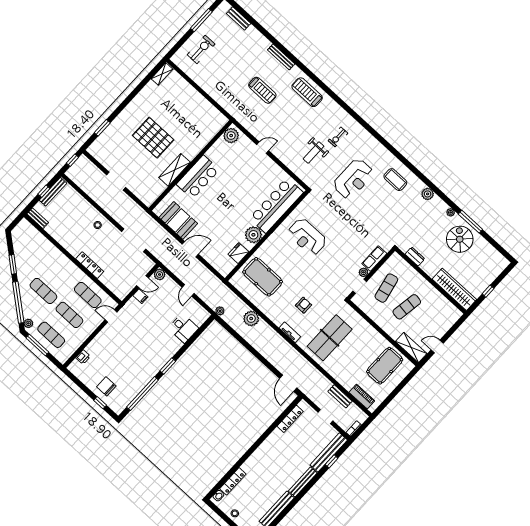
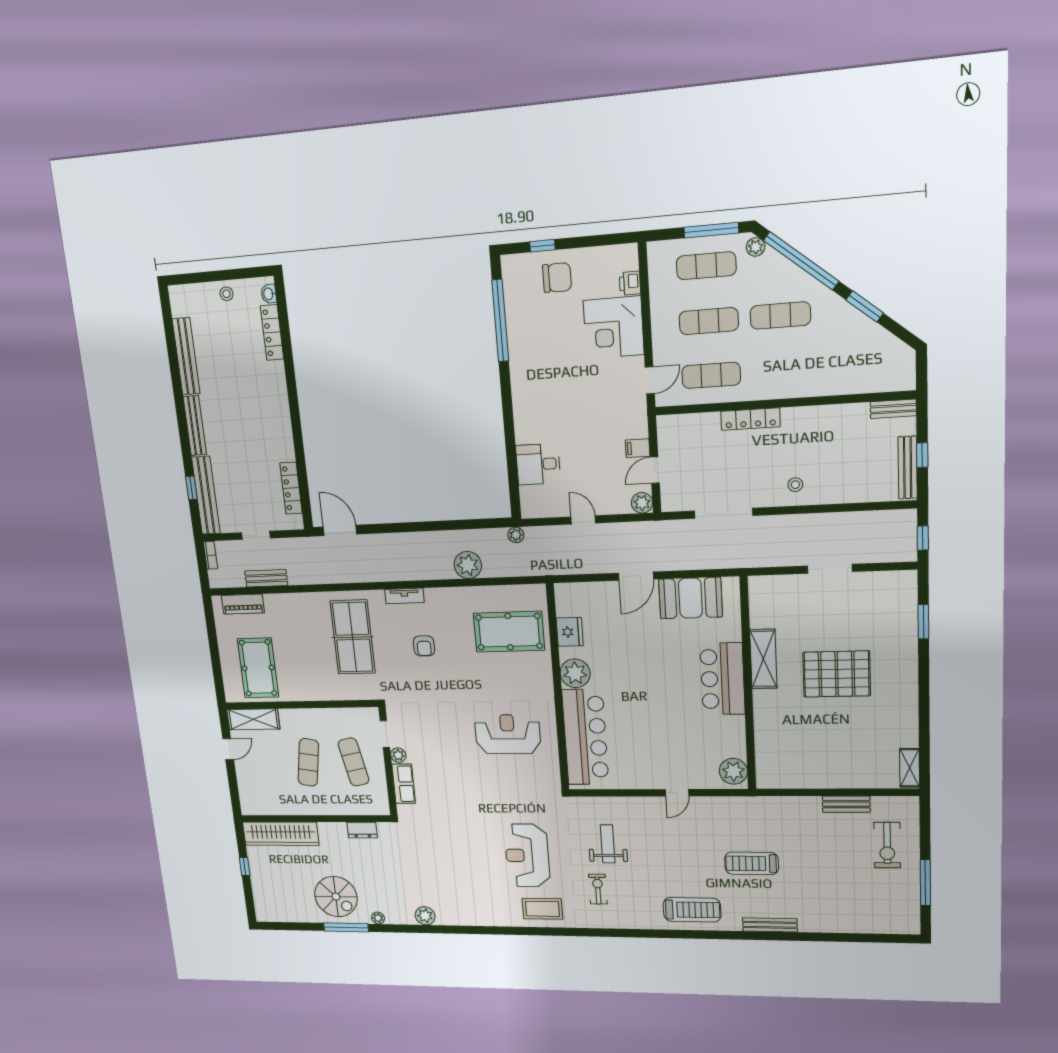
bench: (239, 18) -> (846, 804), moved
coffee table: (395, 180) -> (542, 909), moved
corner desk: (105, 348) -> (614, 327), added
window: (168, 366) -> (506, 393), removed

